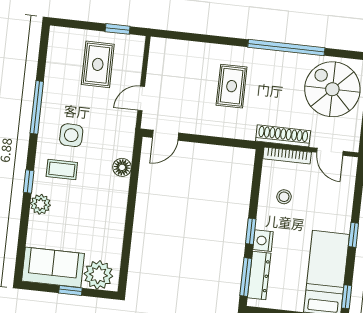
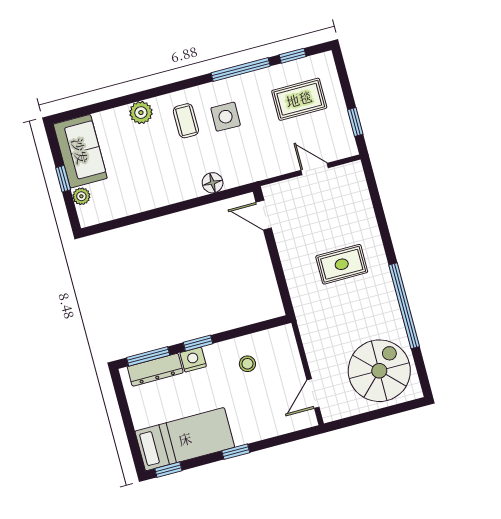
rug: (98, 64) -> (299, 99), moved
door: (141, 98) -> (315, 169), moved
shoe rack: (283, 136) -> (311, 338), removed
bookcase: (287, 156) -> (292, 350), removed
window: (29, 182) -> (293, 56), moved
plant: (98, 275) -> (81, 196), width x0.53, depth x0.53

